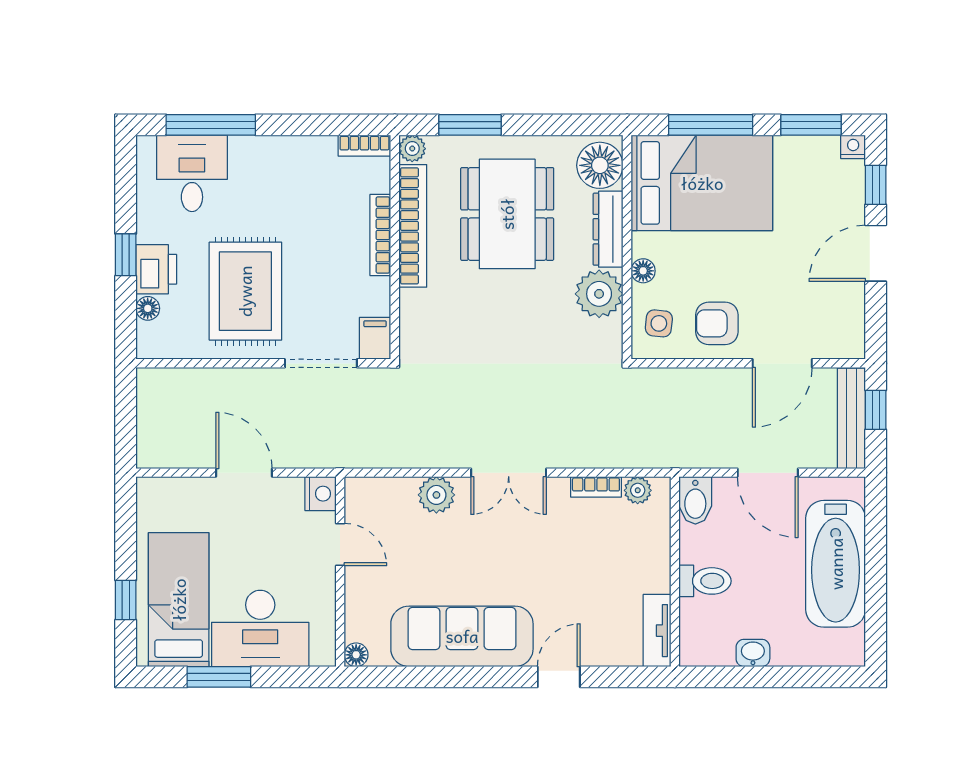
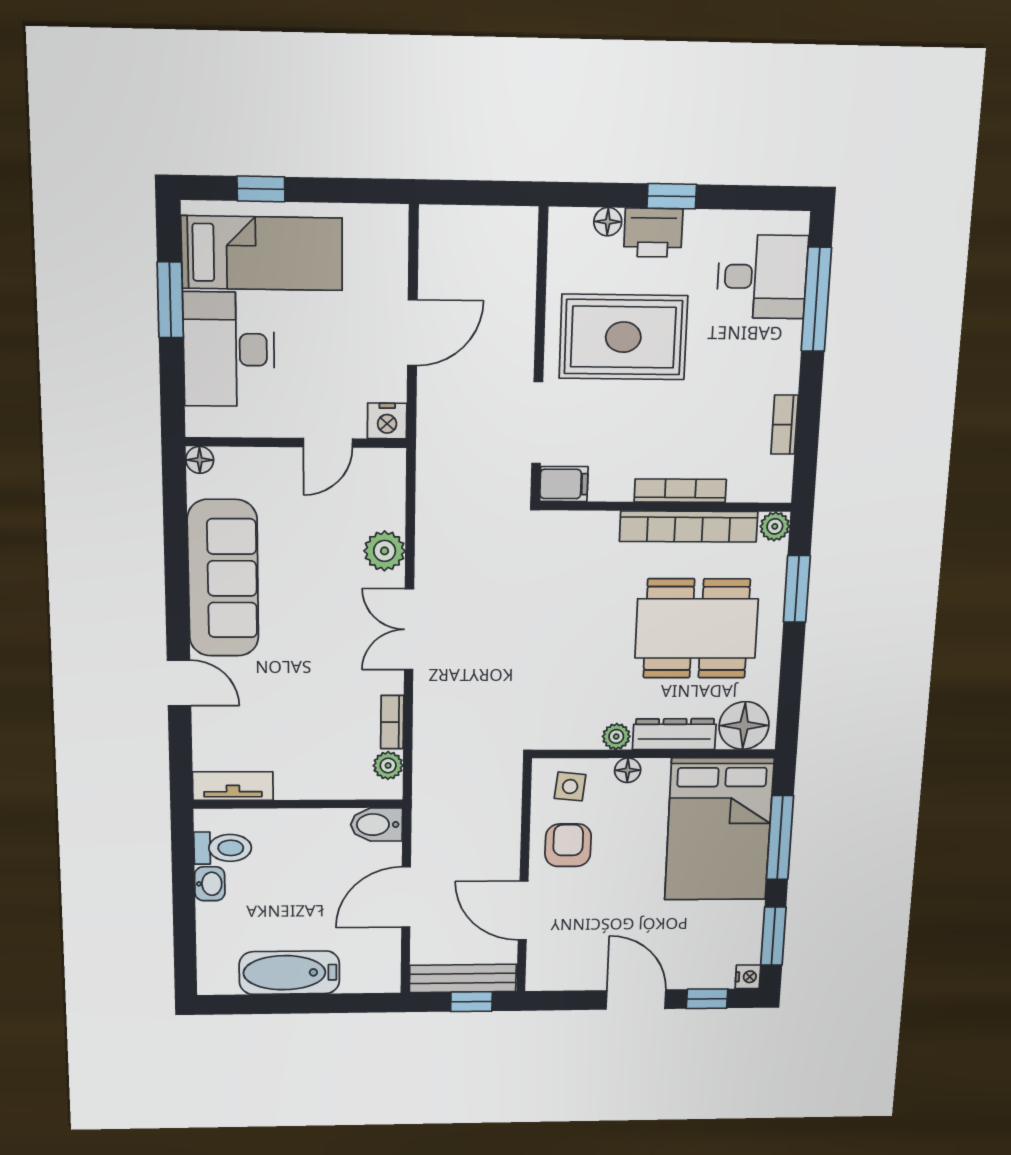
bookcase: (364, 146) -> (785, 425), moved
plant: (599, 294) -> (616, 736), width x0.53, depth x0.53
bathtub: (836, 564) -> (289, 973), width x0.73, depth x0.73
toilet: (705, 581) -> (223, 848), moved, turned -90

